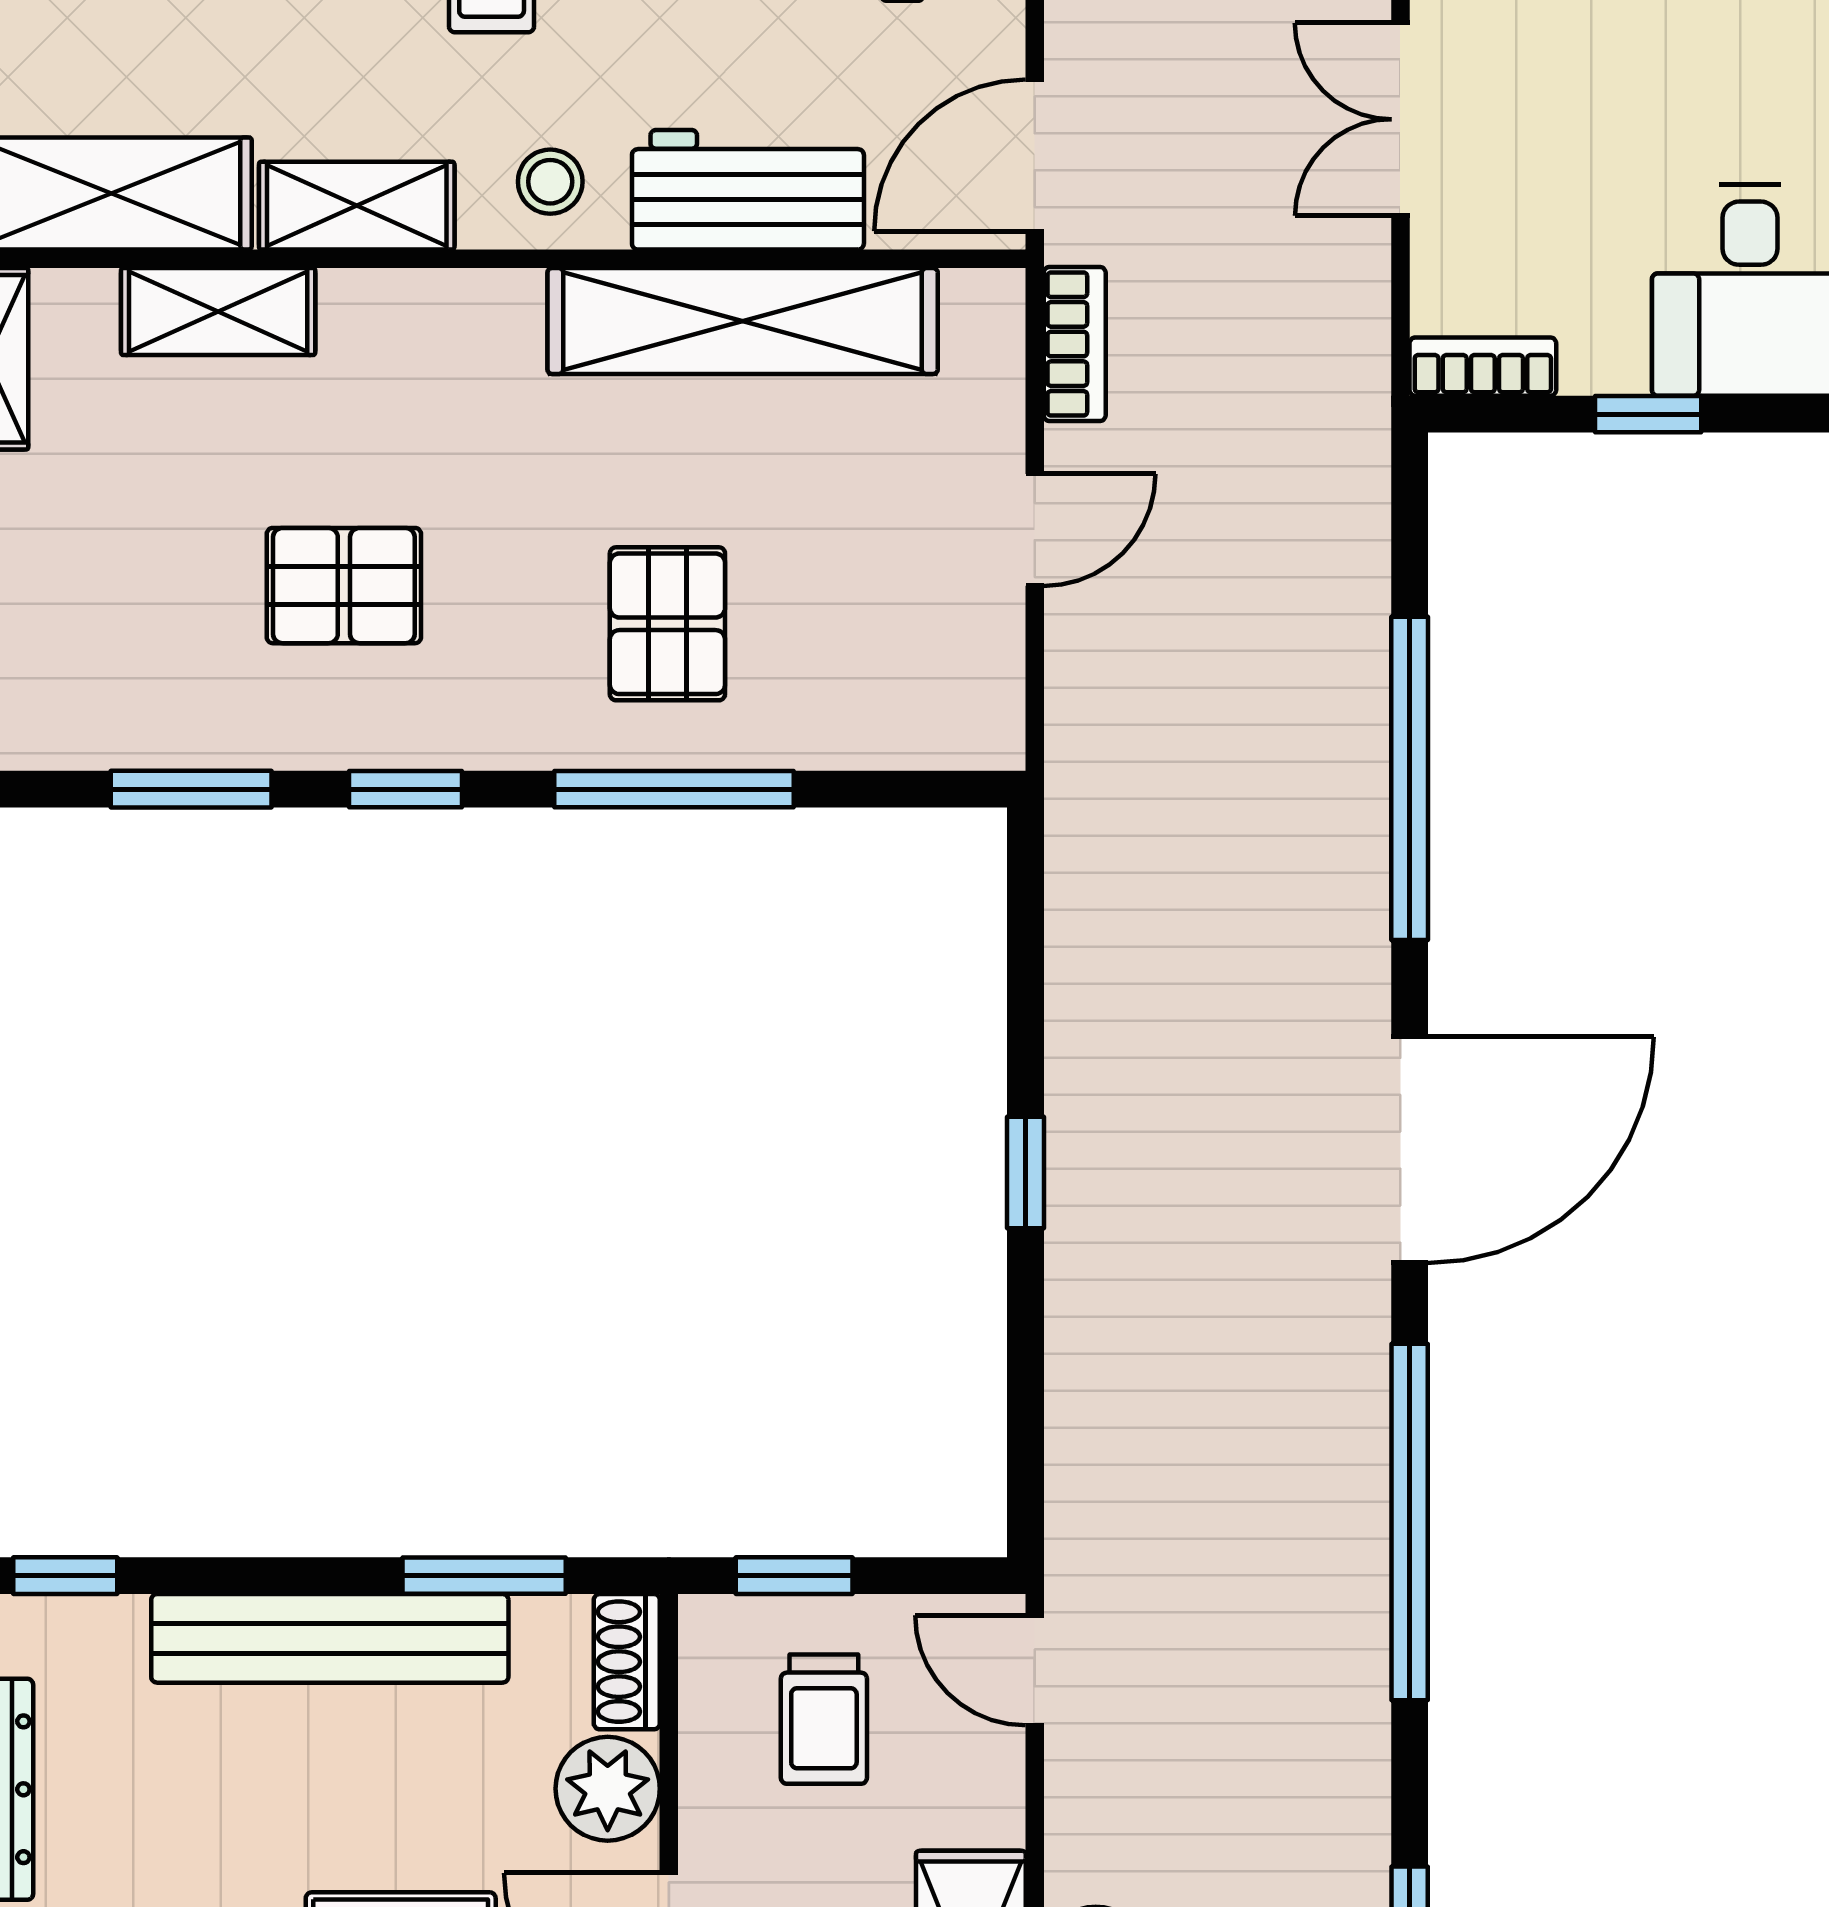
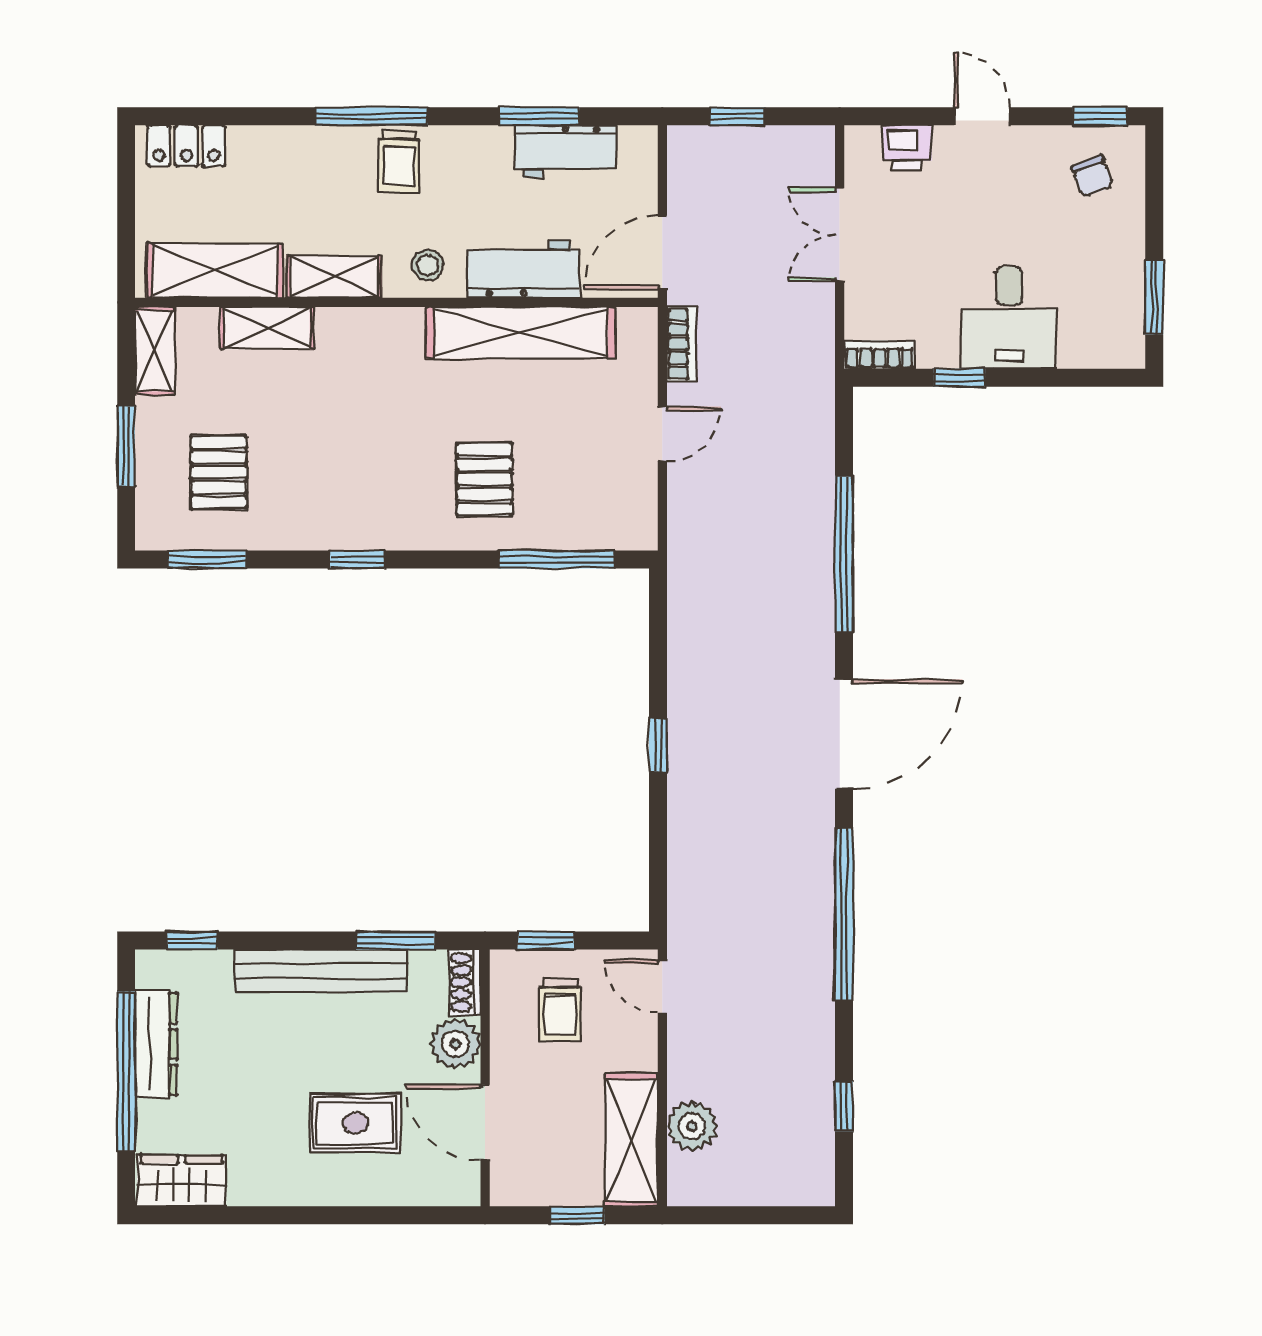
pallet: (344, 586) -> (219, 472), moved, turned 90
window: (191, 789) -> (207, 559), moved
window: (674, 789) -> (556, 559), moved

